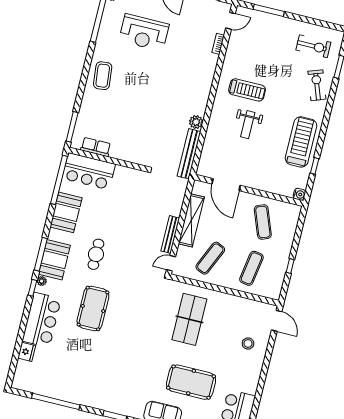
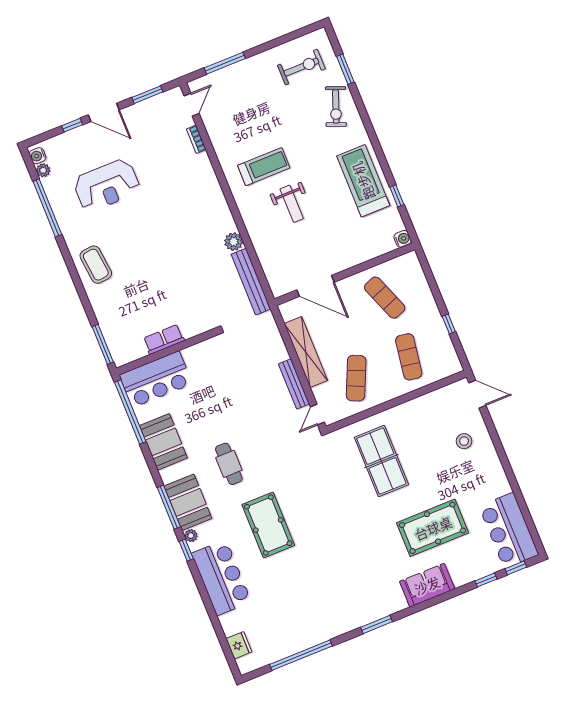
exercise bike: (317, 85) -> (336, 107), turned -139
row of seats: (96, 147) -> (164, 339), moved
fridge: (27, 352) -> (239, 645), moved

